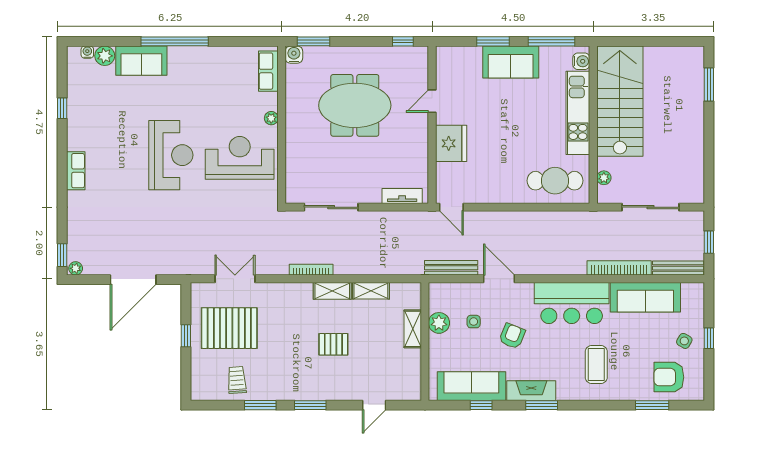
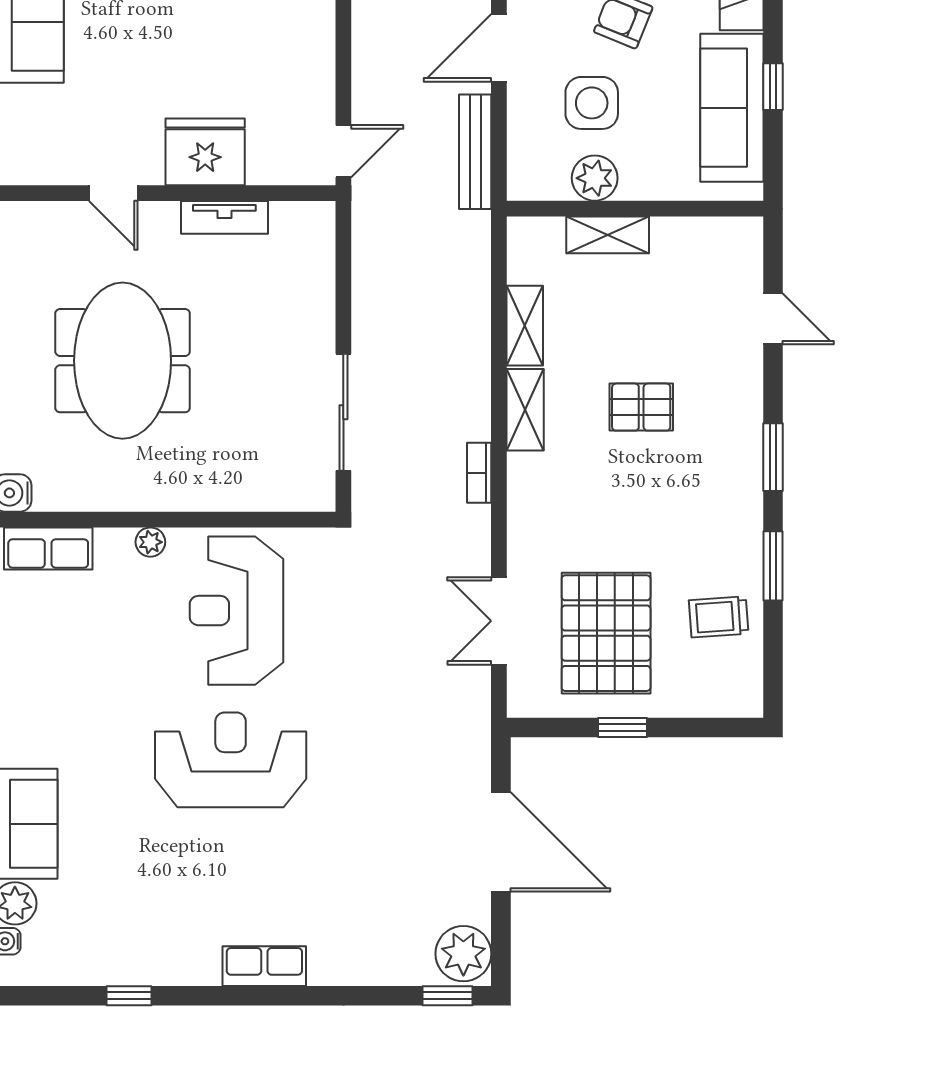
tv unit: (402, 196) -> (224, 217), moved, turned -90
plant: (76, 268) -> (463, 954), width x1.87, depth x1.87
bookcase: (311, 270) -> (479, 473), width x0.64
side table: (474, 322) -> (592, 103), width x1.87, depth x1.87
pallet: (333, 344) -> (641, 407), turned 90

